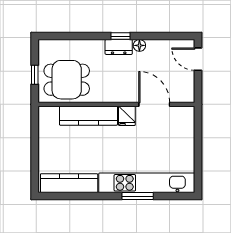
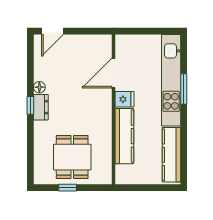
wall: (116, 104) -> (113, 109), moved
door: (154, 104) -> (113, 73), moved
kitchen counter: (88, 116) -> (124, 136), moved
fridge: (127, 116) -> (124, 99), moved

